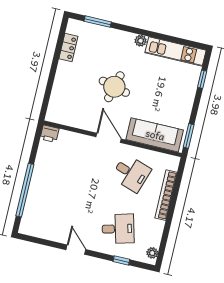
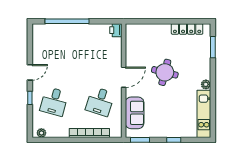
locker: (68, 48) -> (187, 29), width x1.53
window: (202, 79) -> (174, 140), moved
sofa: (155, 135) -> (135, 113), width x0.73
desk: (118, 229) -> (54, 102), turned 30
window: (121, 260) -> (30, 98), moved

